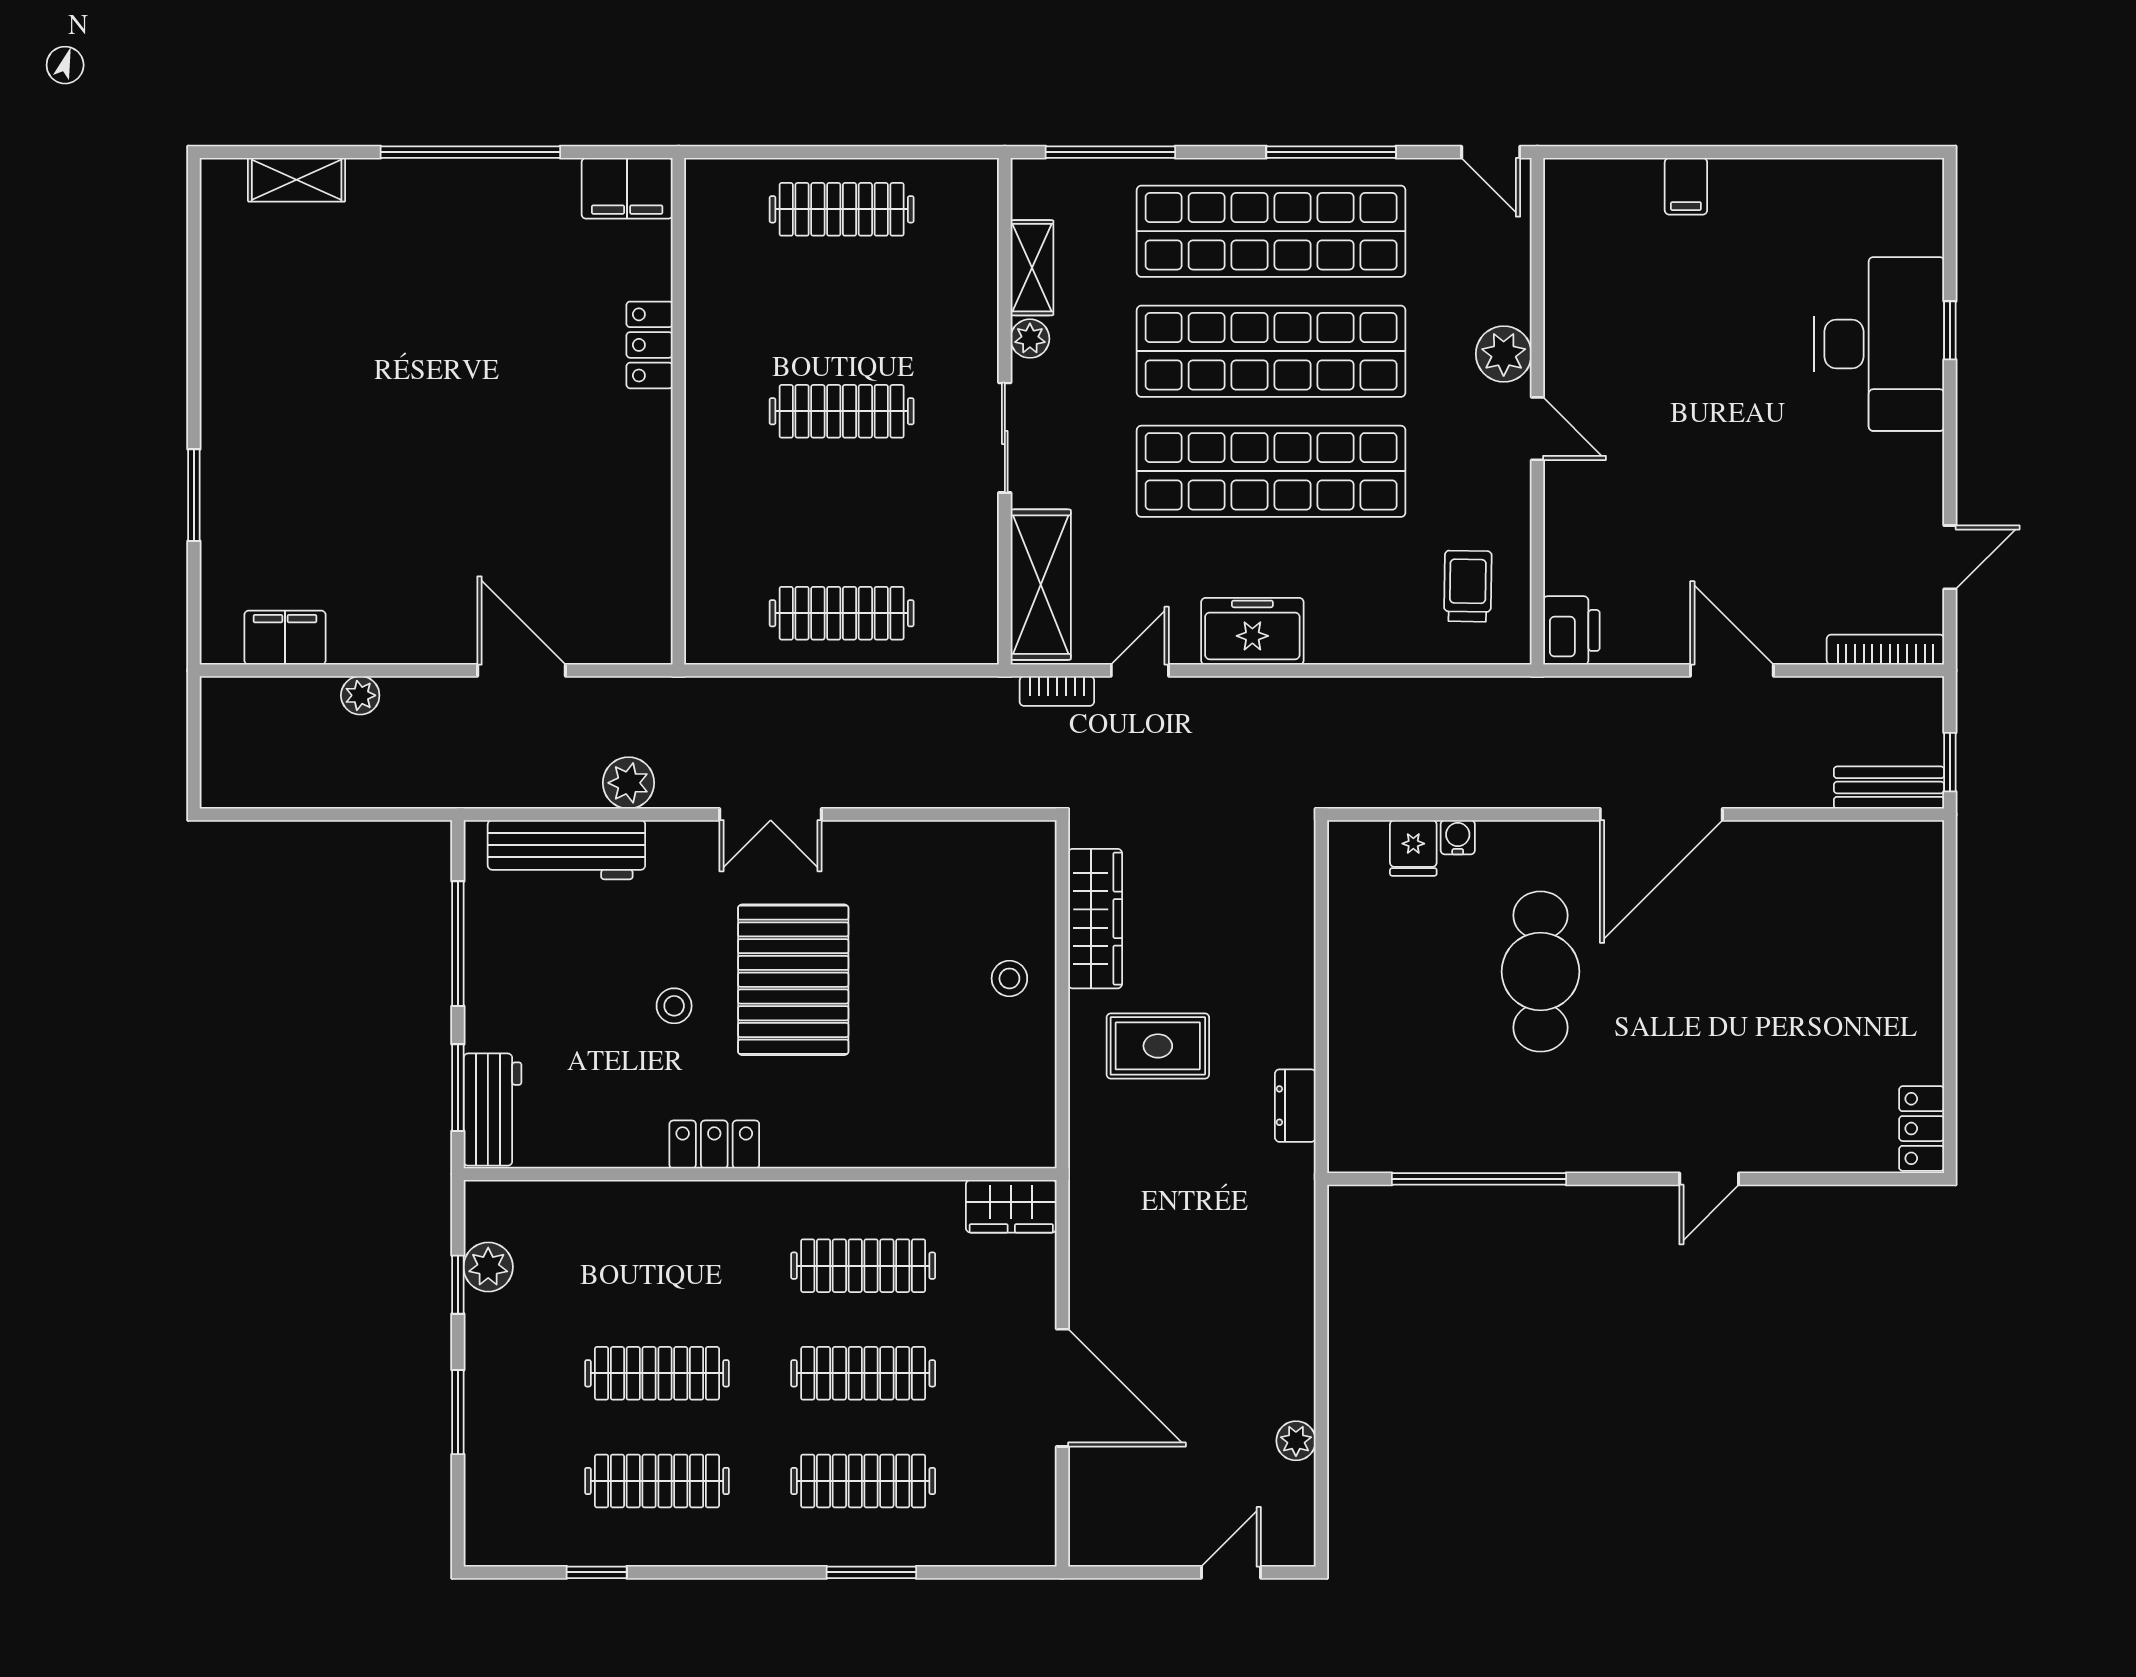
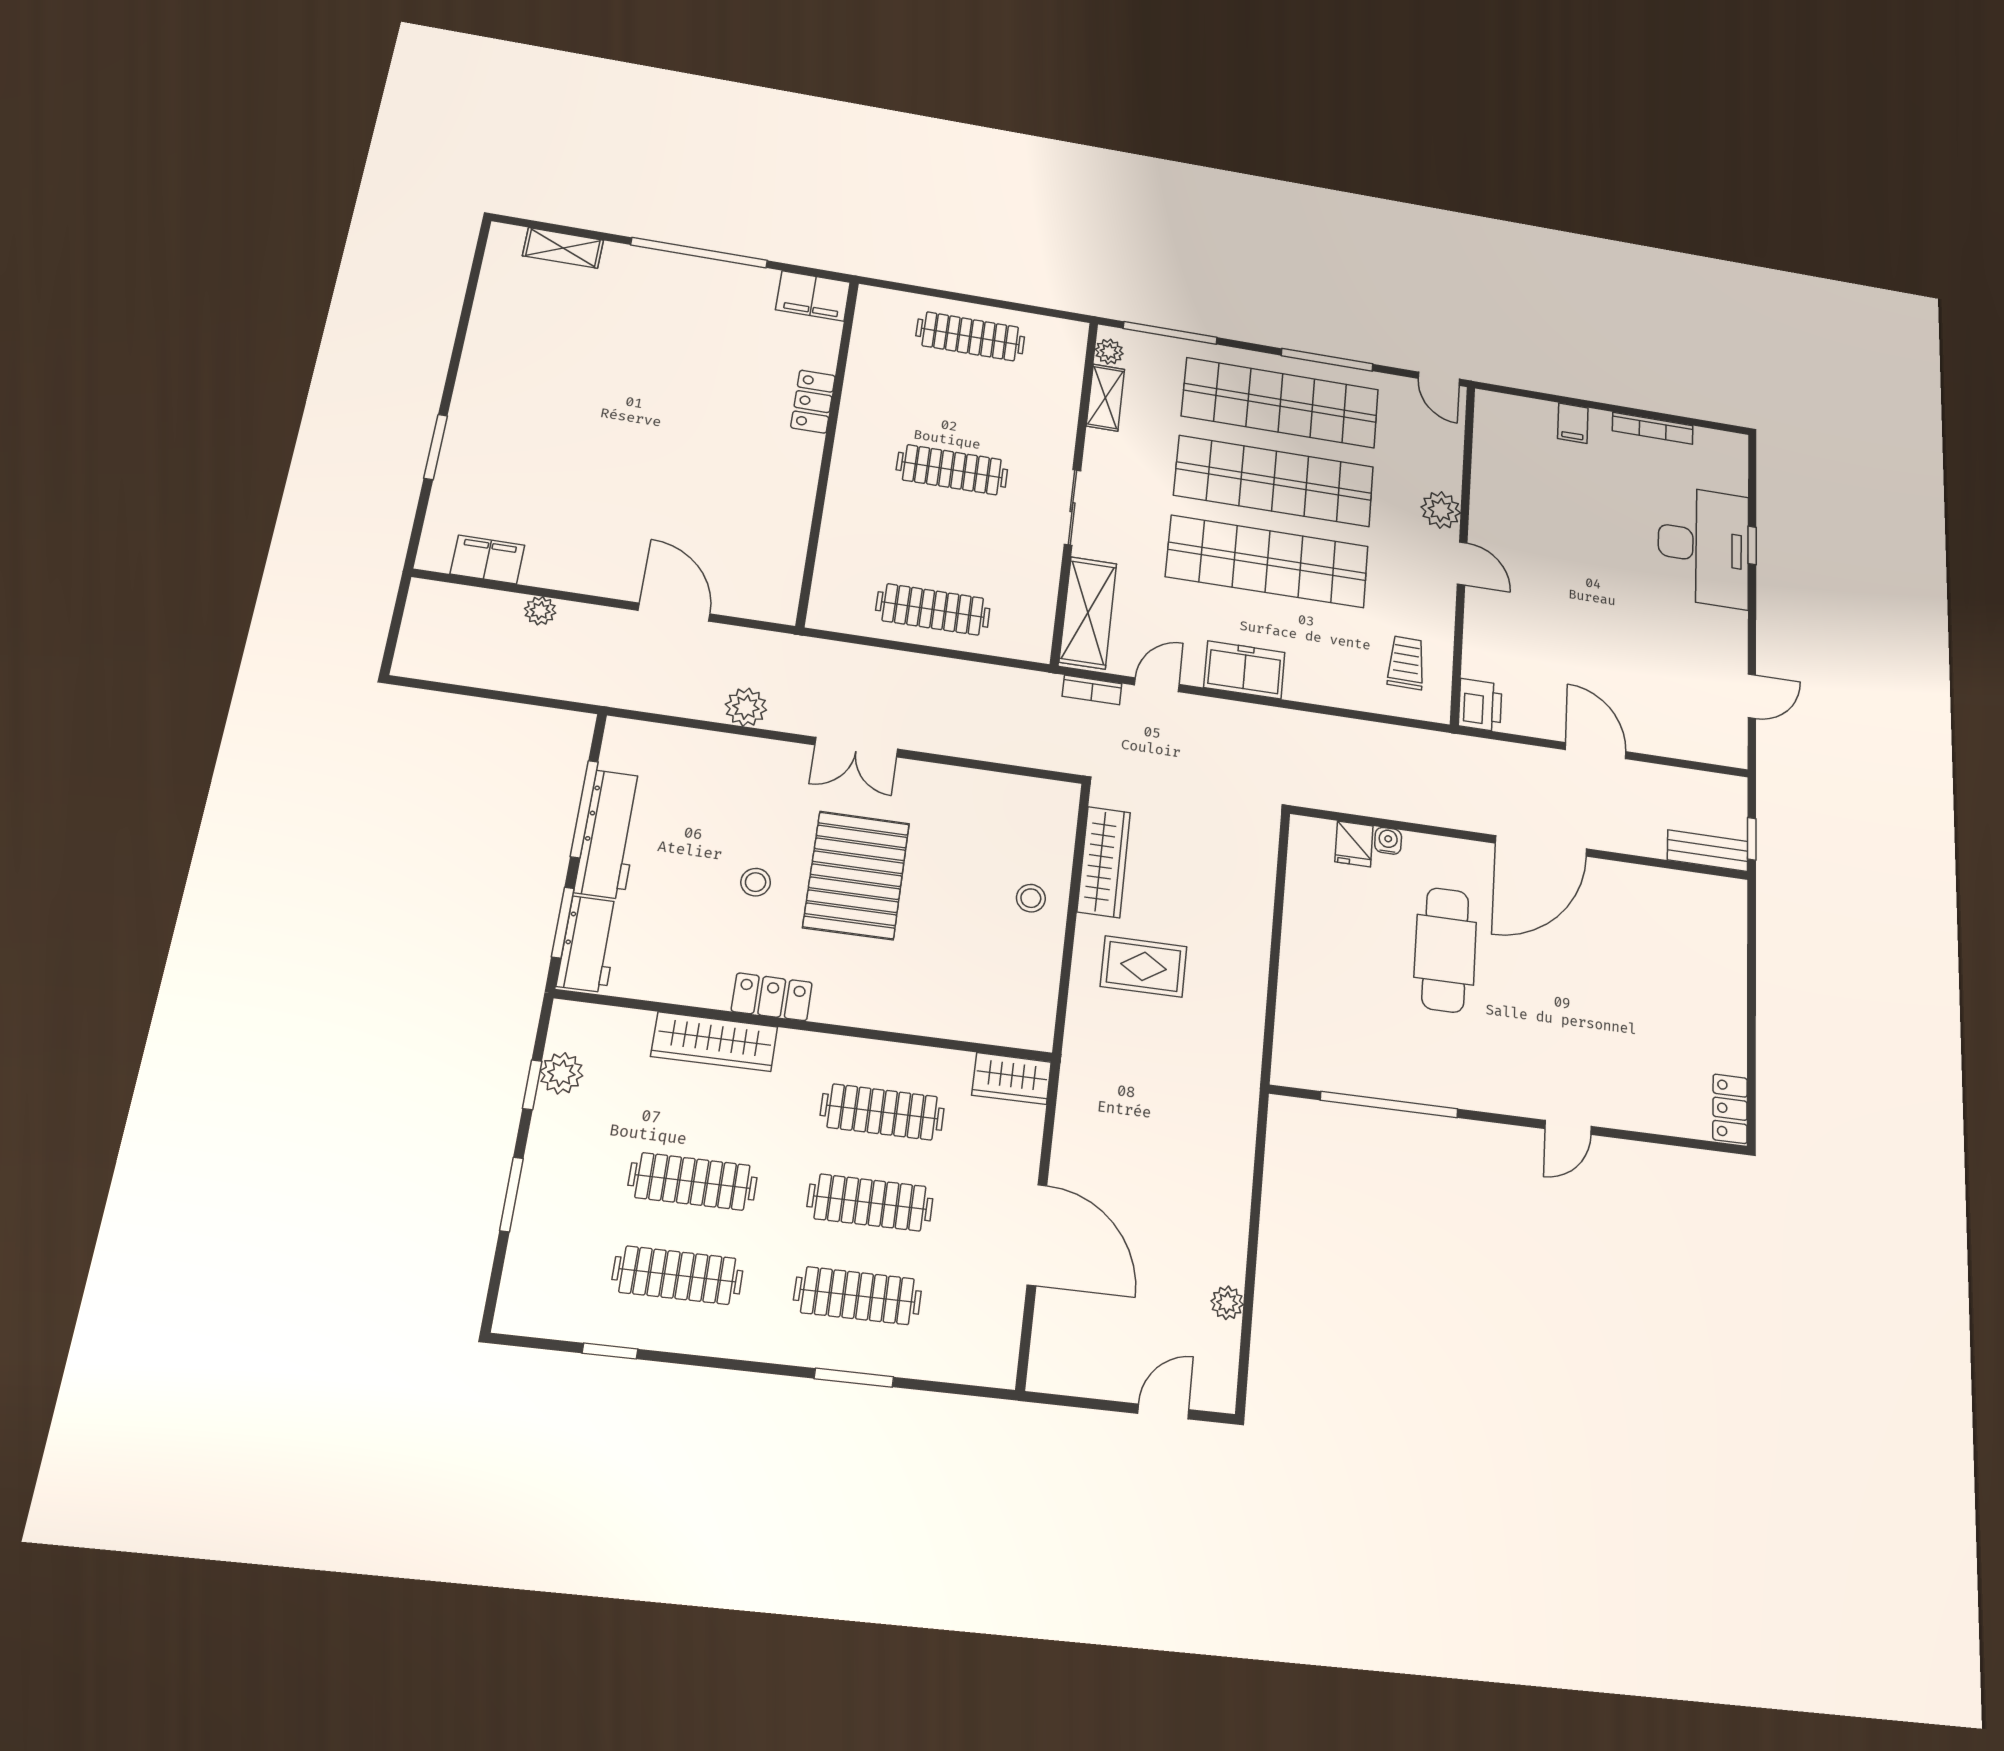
plant: (1030, 339) -> (1109, 352), moved
bookcase: (1885, 650) -> (1653, 428), moved, turned 180
workbench: (566, 850) -> (610, 834), moved, turned -90
dresser: (1295, 1106) -> (1248, 1028), removed
wardrobe: (656, 1207) -> (714, 1042), added

